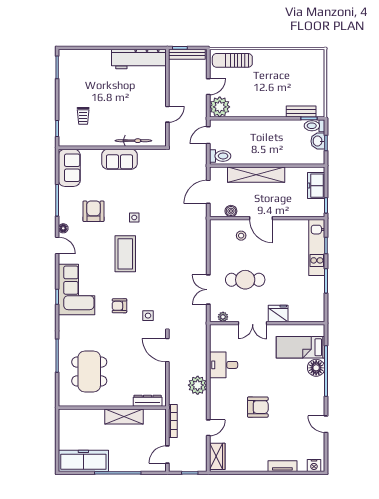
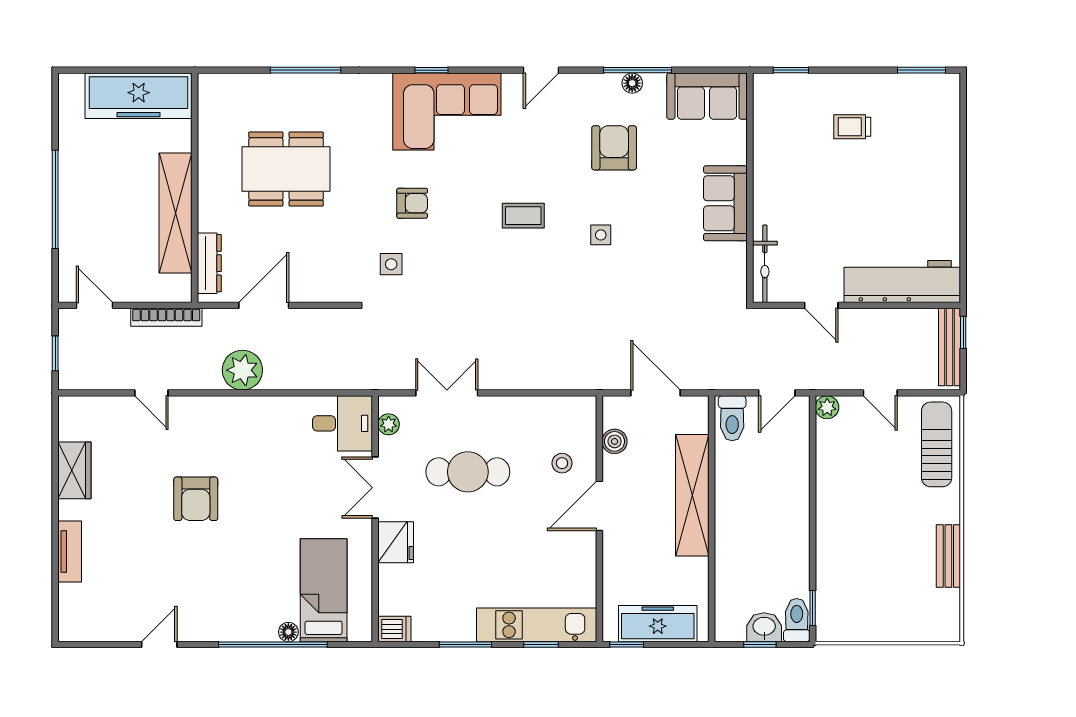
workbench: (139, 59) -> (902, 281), moved, turned 90
plant: (220, 107) -> (827, 407), width x0.53, depth x0.53
bench: (301, 111) -> (948, 556), moved
trolley: (83, 116) -> (852, 127), moved
door: (208, 135) -> (777, 393), swing flipped
bicycle: (133, 141) -> (765, 264), moved
freezer: (316, 186) -> (658, 624), width x1.40
armchair: (94, 211) -> (614, 148), turned -90
floor lamp: (63, 228) -> (632, 83), moved
coffee table: (125, 254) -> (523, 216), width x0.54, depth x0.58
cafe table: (245, 280) -> (468, 472), turned 90
armchair: (119, 306) -> (412, 203), turned 90
dishwasher: (319, 314) -> (394, 629), added
door: (167, 350) -> (264, 305), moved
desk: (224, 365) -> (343, 423), moved, turned 90
floor lamp: (316, 368) -> (288, 632), width x0.53, depth x0.53
dining table: (89, 371) -> (286, 169), moved
shelving: (124, 417) -> (176, 213), width x1.47
wardrobe: (217, 456) -> (74, 470), moved, turned -90
freezer: (83, 461) -> (139, 96), moved, turned 90
nightstand: (314, 465) -> (71, 619), removed

